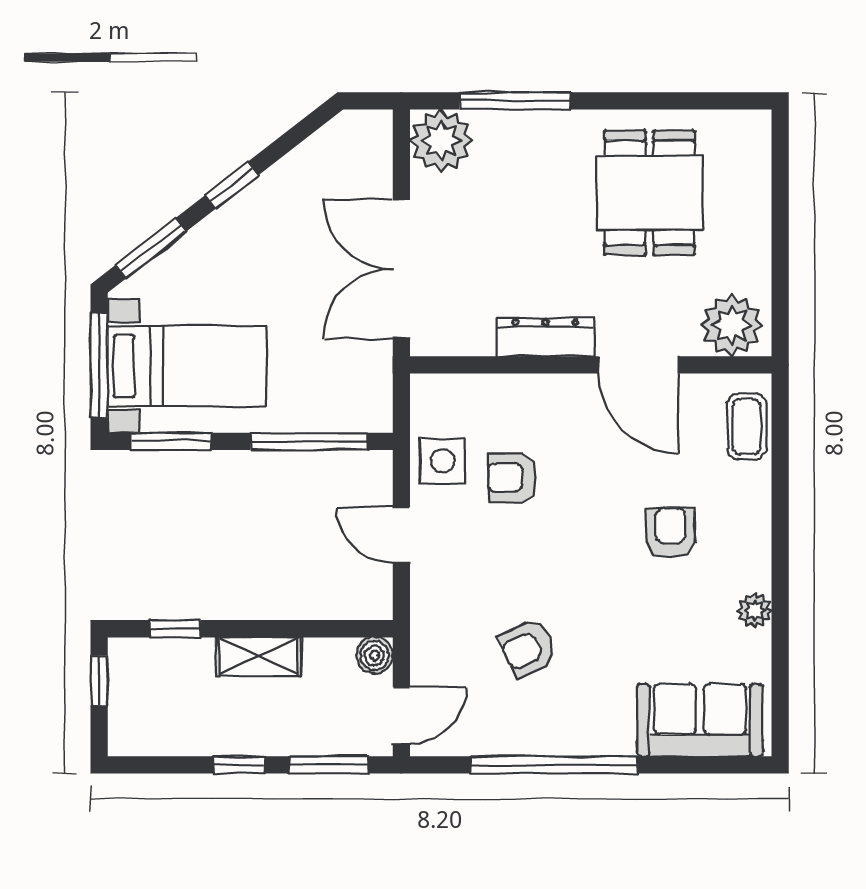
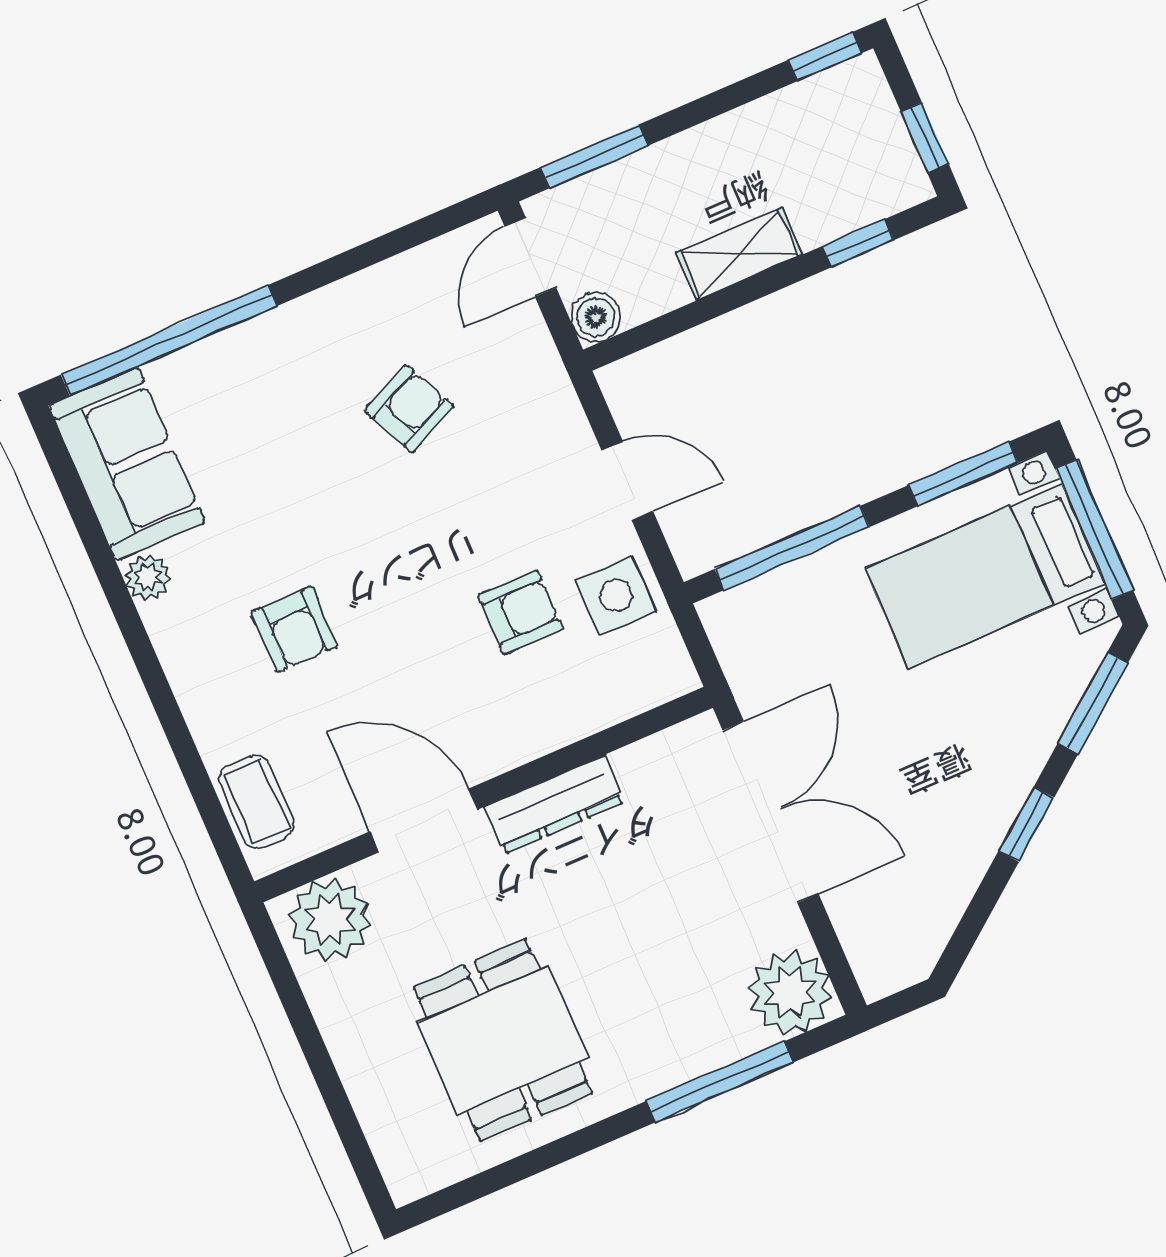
sofa: (700, 720) -> (127, 464), moved, turned -90
window: (239, 765) -> (825, 57), moved
window: (554, 765) -> (169, 340), moved

